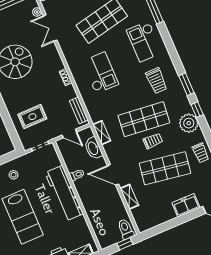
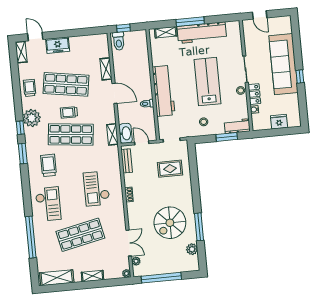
washbasin: (93, 148) -> (125, 133), moved

